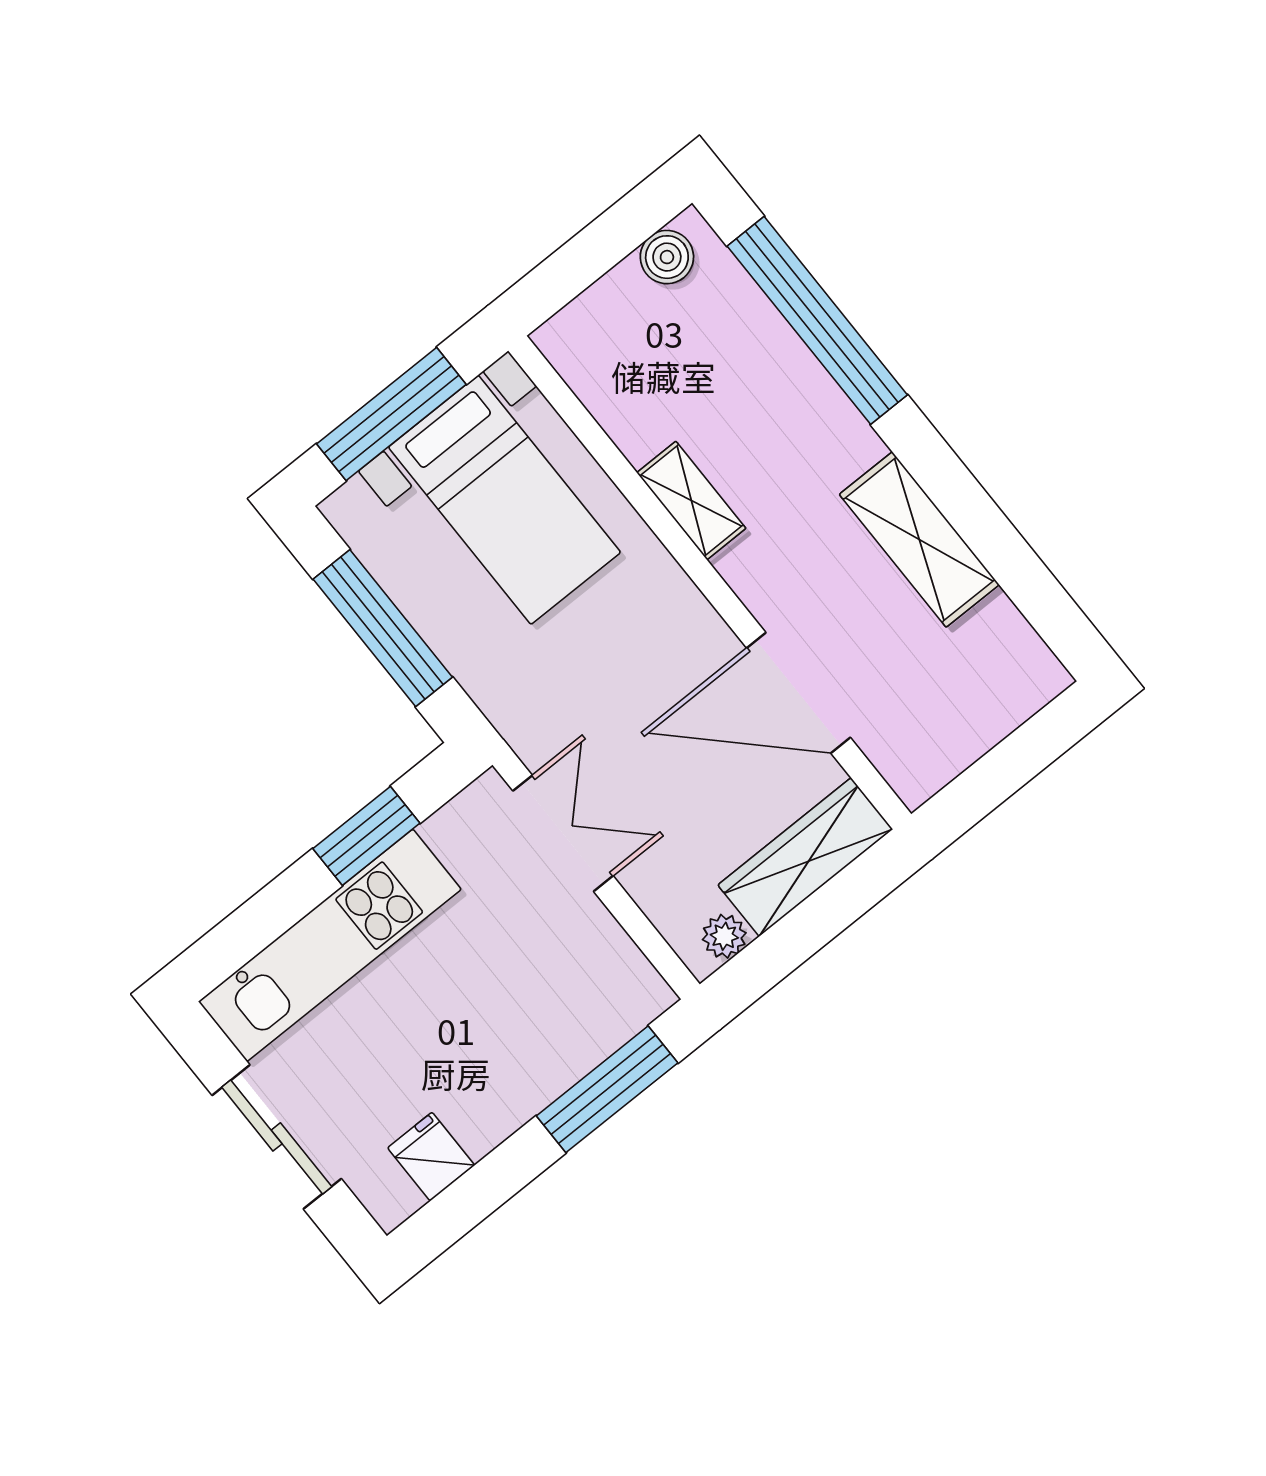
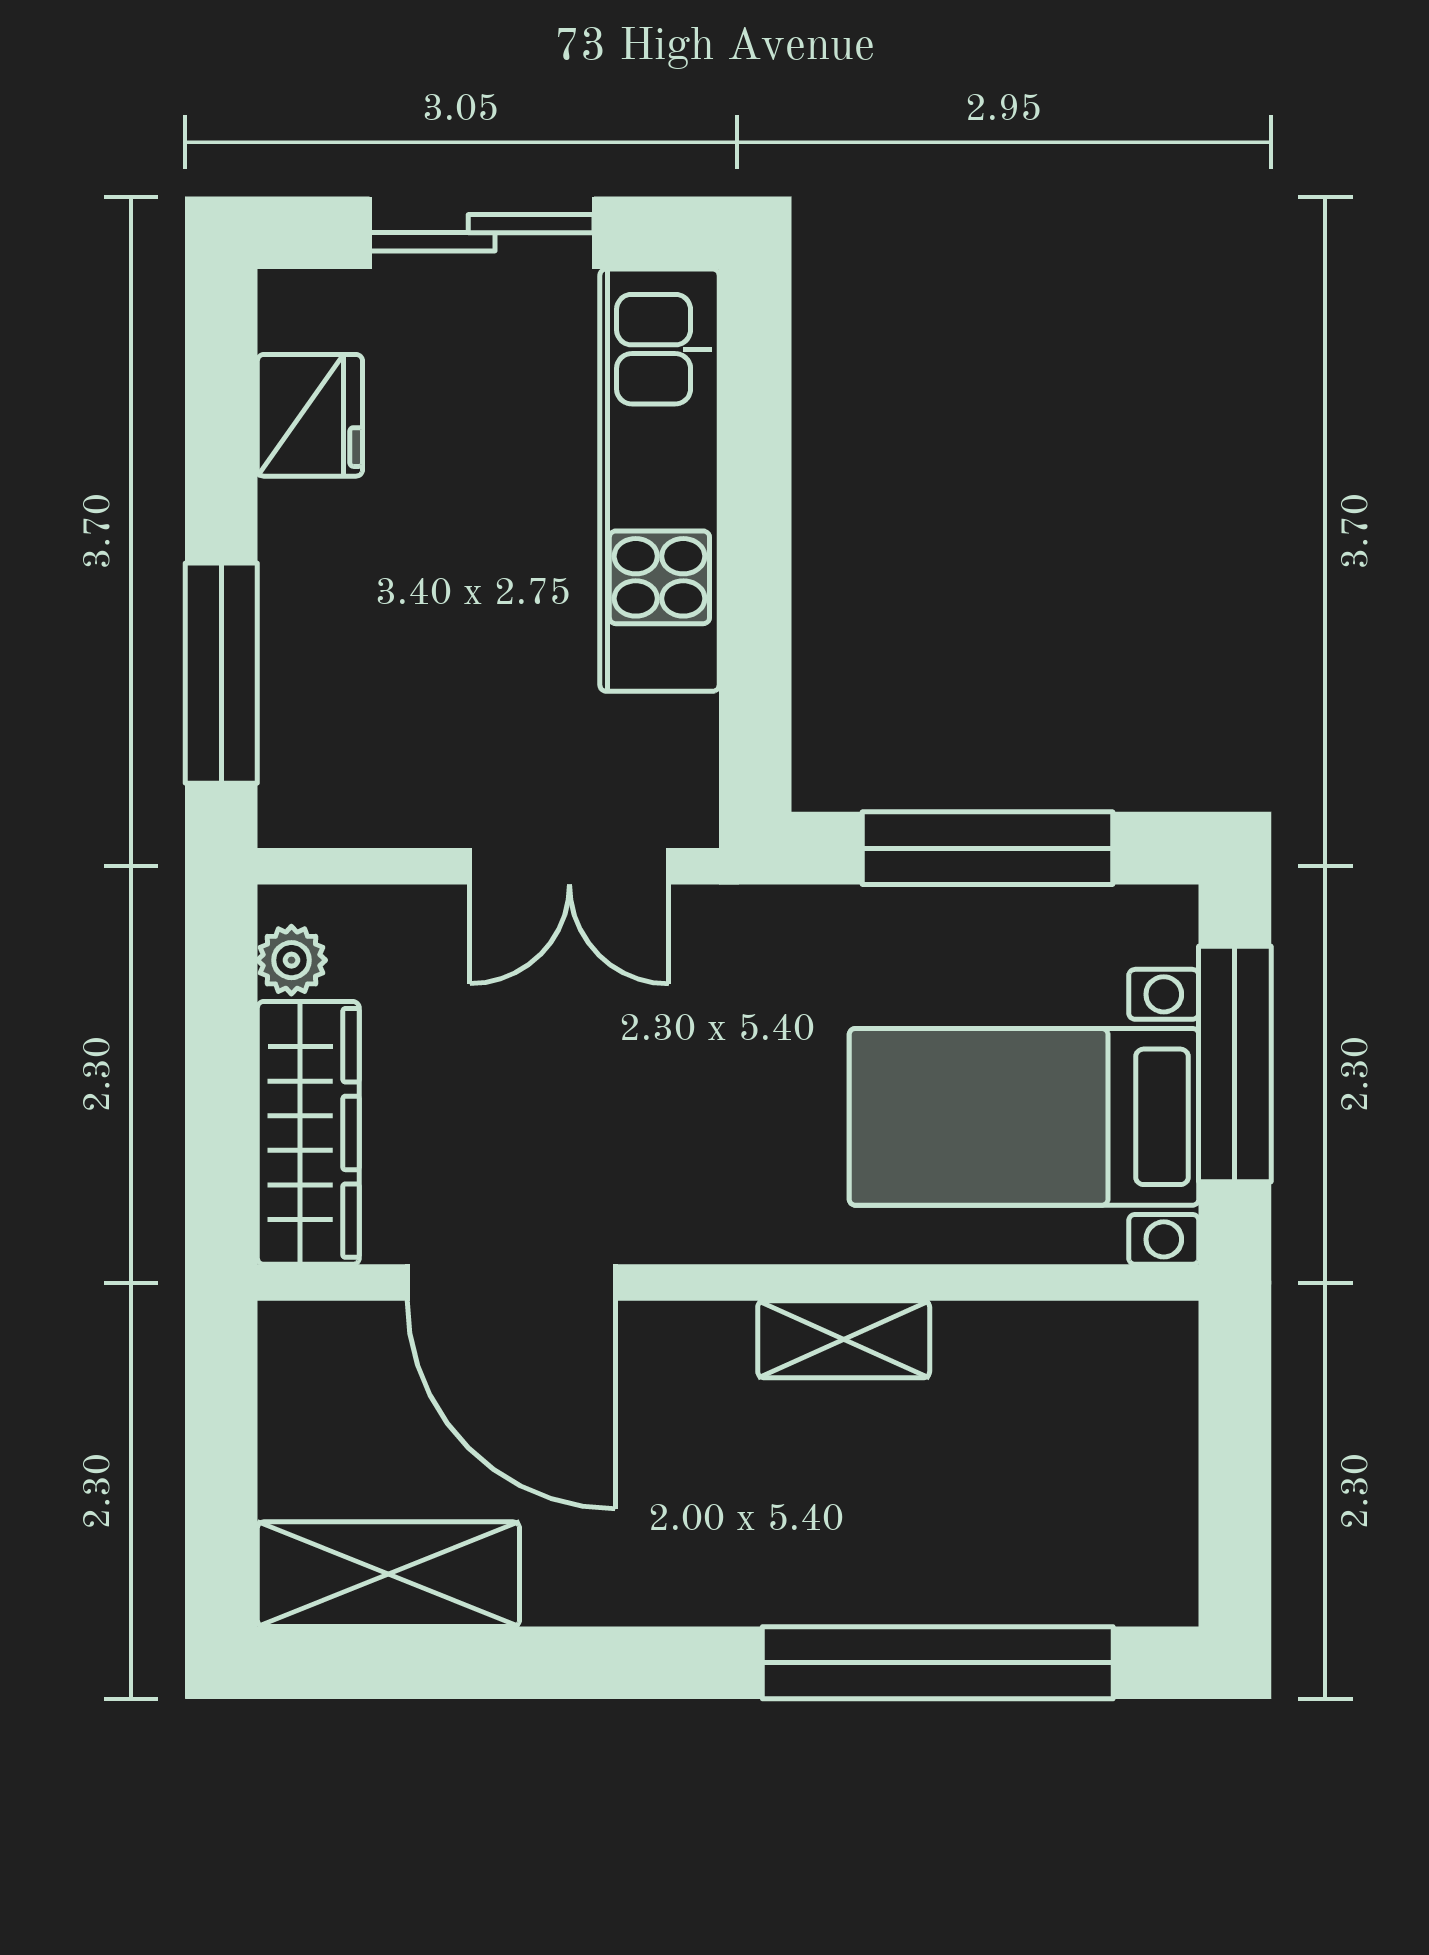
boiler: (667, 257) -> (1158, 1544), removed
shelving: (919, 539) -> (388, 1574), moved
door: (798, 693) -> (511, 1283), swing flipped
window: (366, 836) -> (755, 629), removed
fridge: (431, 1157) -> (310, 415), width x1.38

